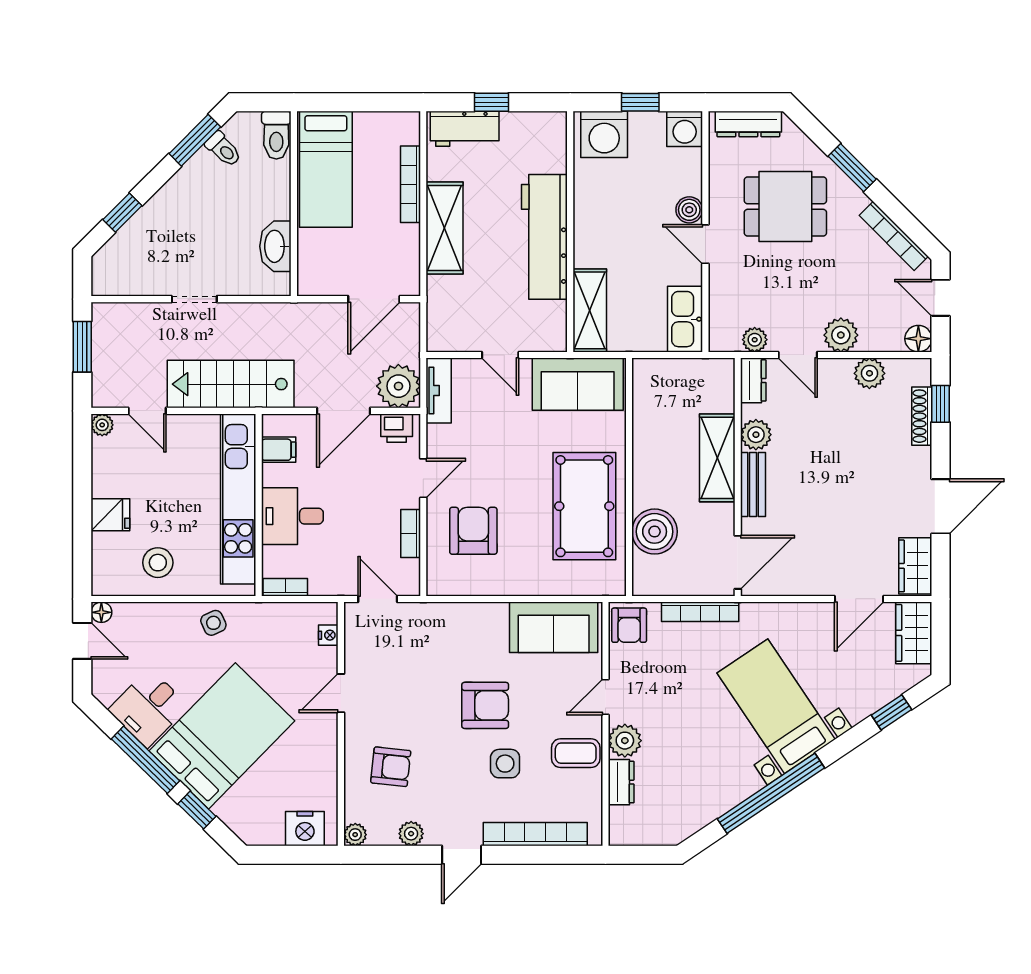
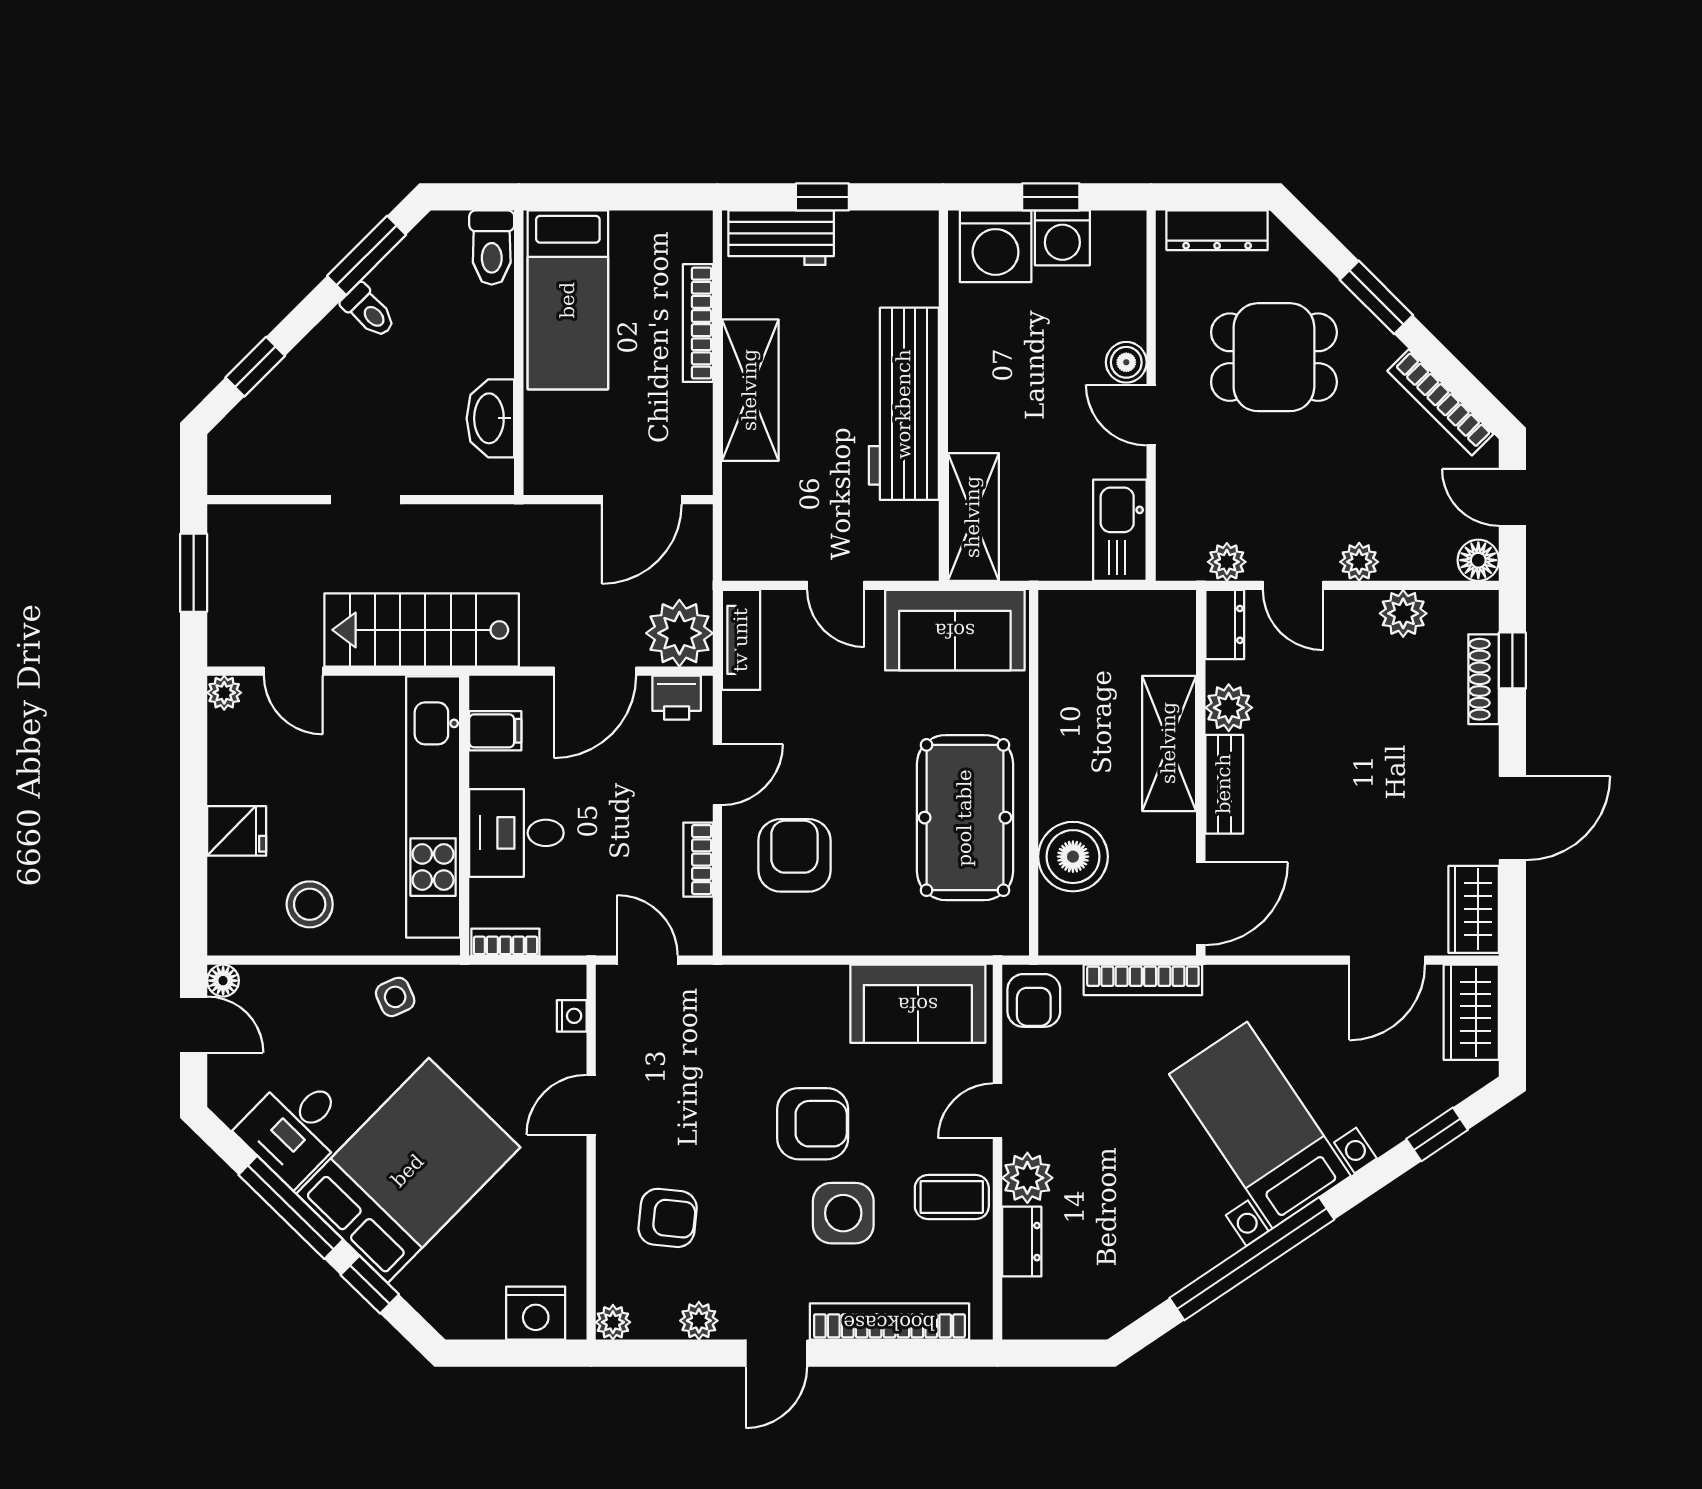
washing machine: (685, 129) -> (1062, 238), moved
toilet: (223, 149) -> (369, 311), moved
plant: (841, 335) -> (1359, 562), width x0.73, depth x0.73
side table: (505, 764) -> (843, 1213), width x1.37, depth x1.37

